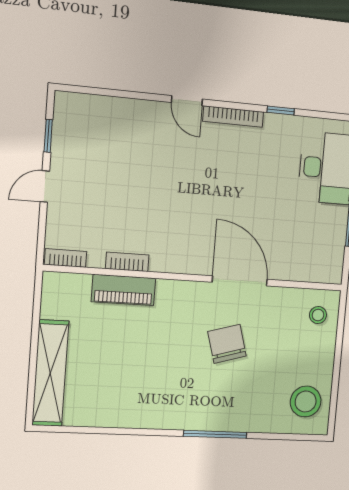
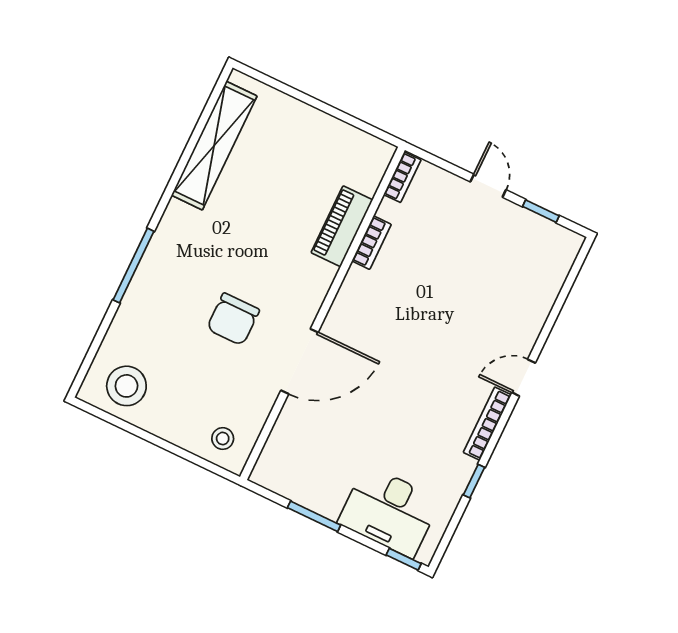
chair: (227, 344) -> (233, 319), turned 106
shelving: (50, 373) -> (214, 146), moved, turned 90

